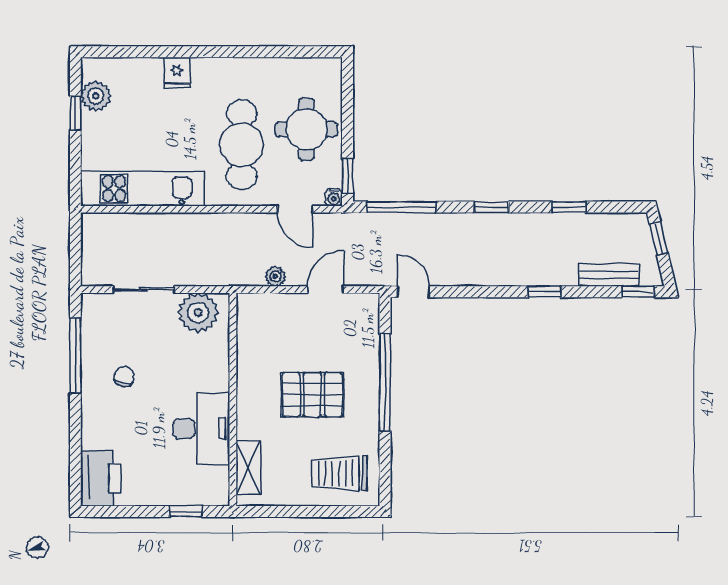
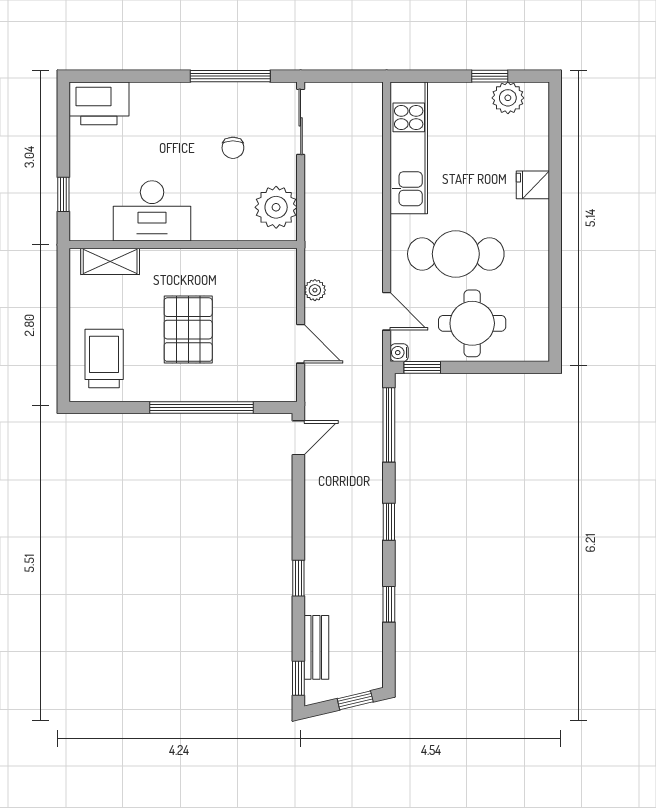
door: (295, 209) -> (387, 311), swing flipped
sliding door: (144, 290) -> (301, 122), moved
chair: (124, 377) -> (233, 148), moved, turned 79

